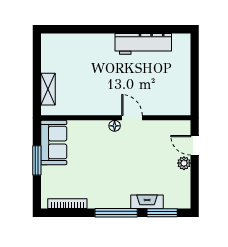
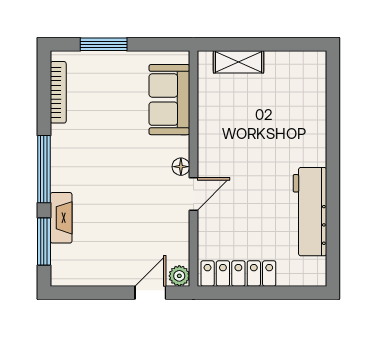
locker: (182, 89) -> (238, 274), added
sofa: (54, 143) -> (169, 100), moved, turned 90
window: (37, 160) -> (104, 44), moved
plant: (184, 163) -> (179, 276), moved

